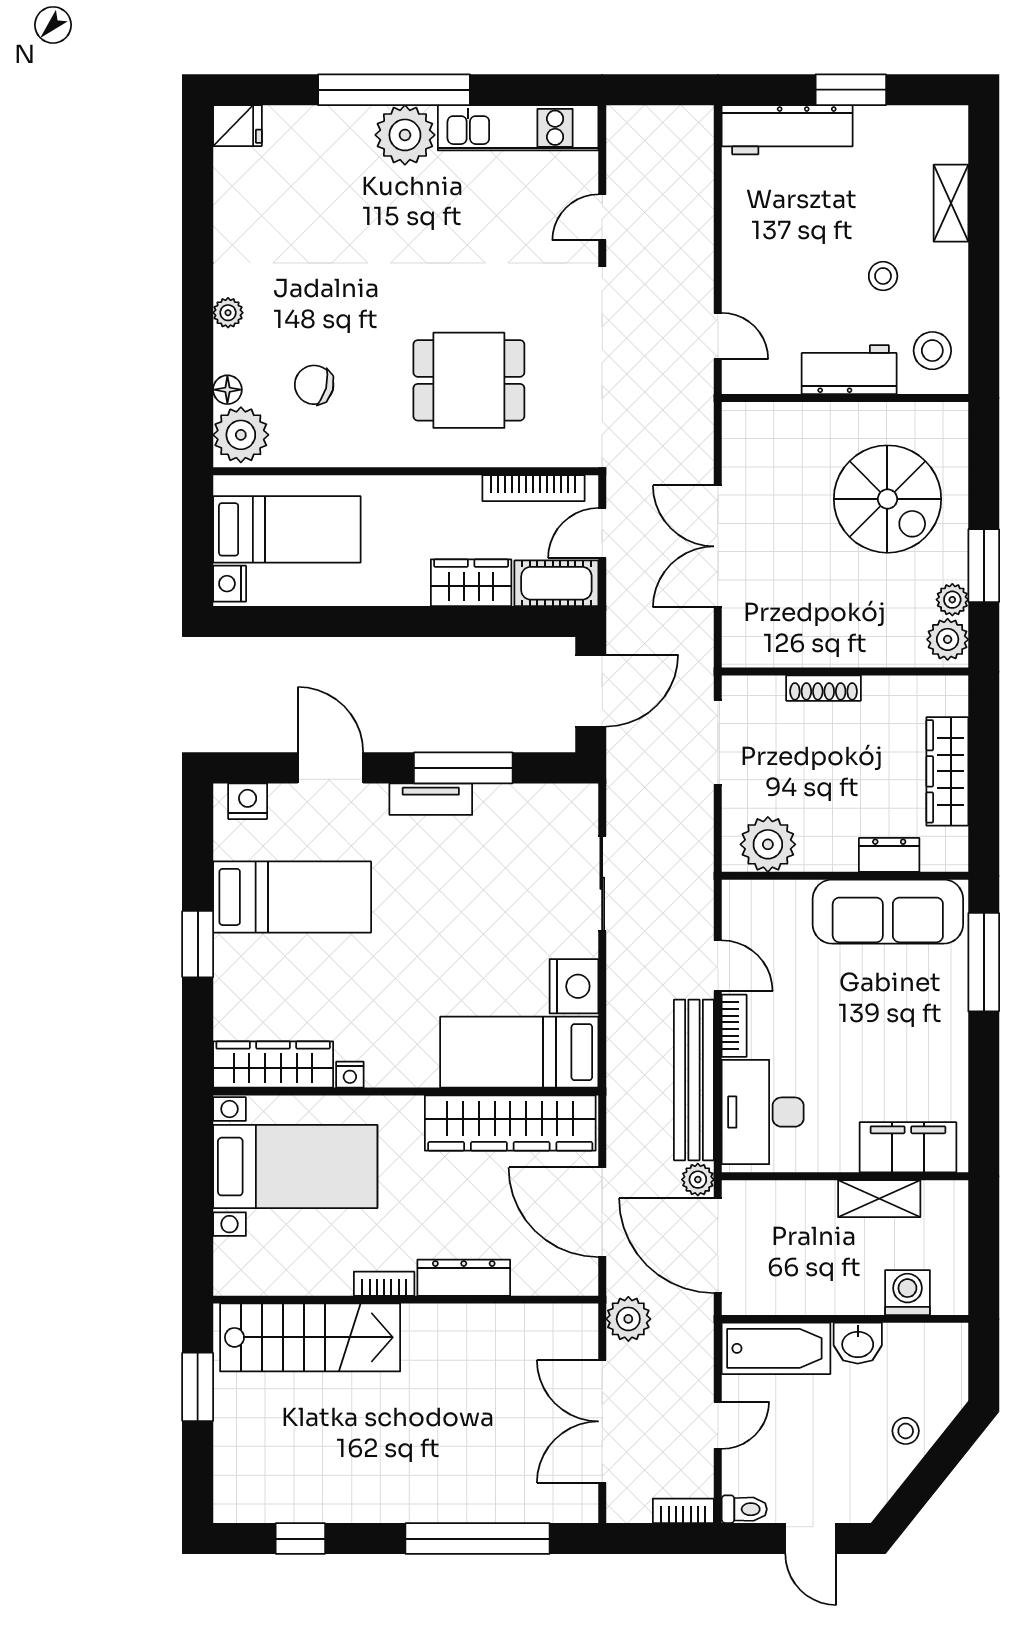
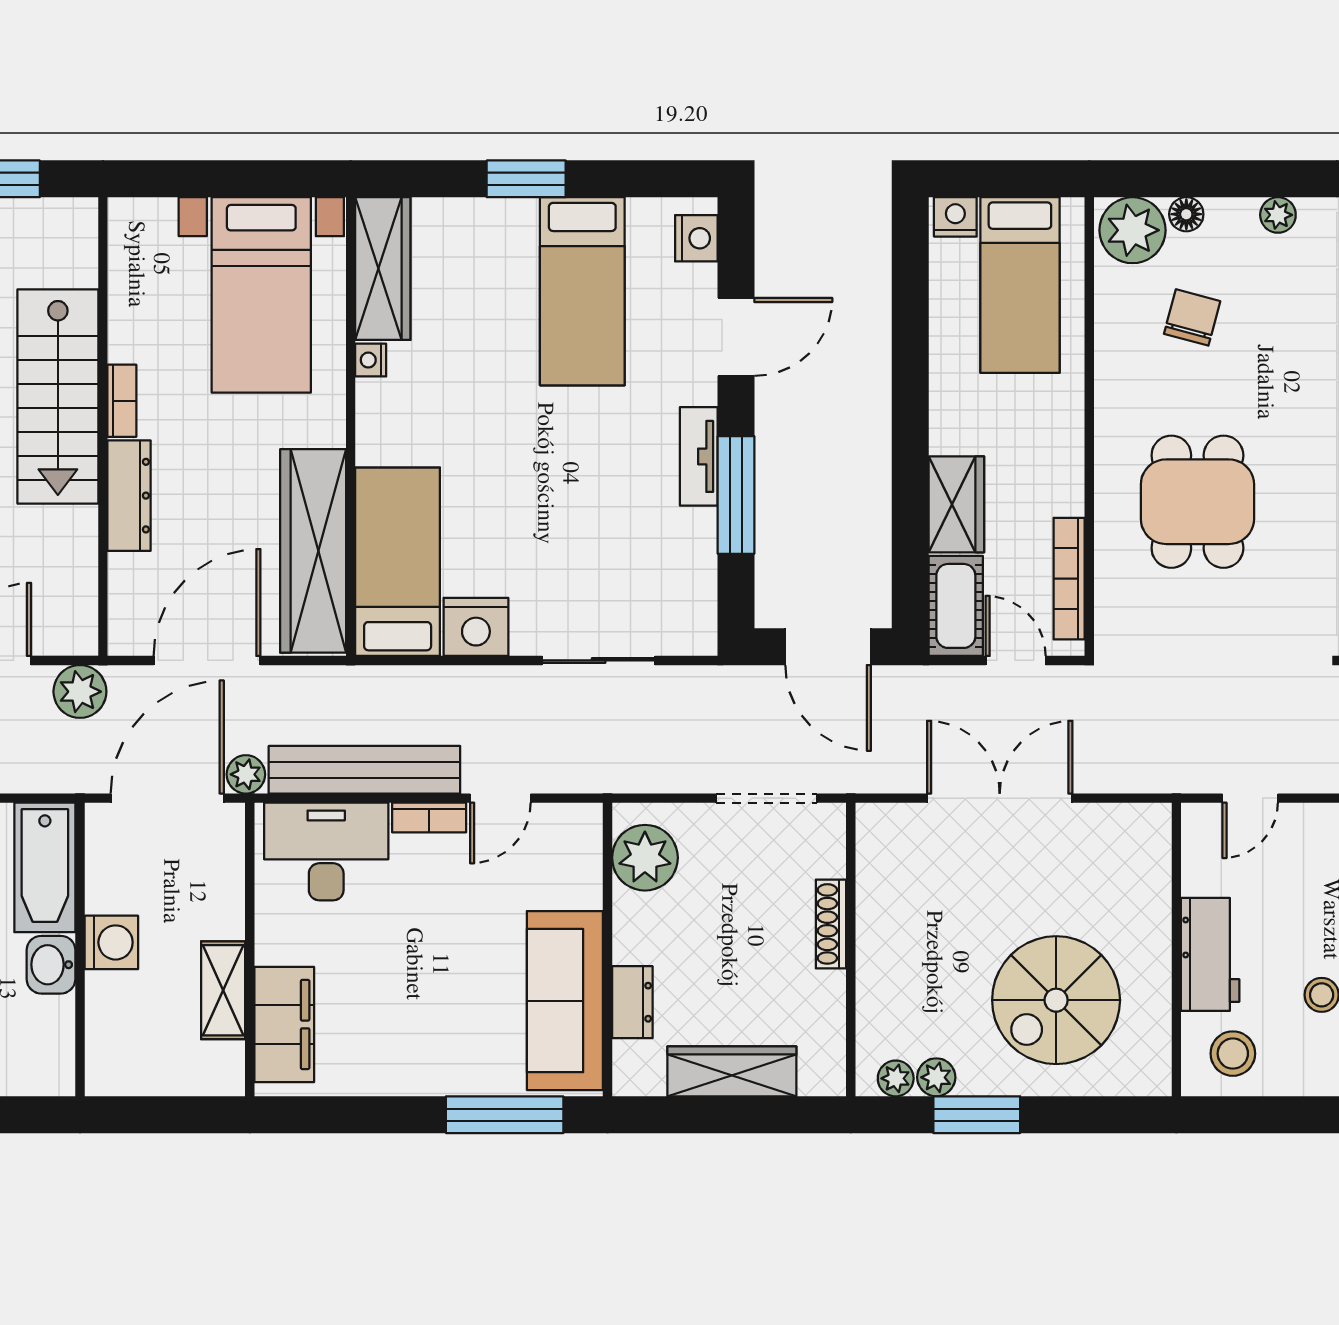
plant: (948, 639) -> (896, 1078), width x0.73, depth x0.73
washing machine: (907, 1293) -> (111, 942), moved
stairs: (310, 1337) -> (58, 396), moved

